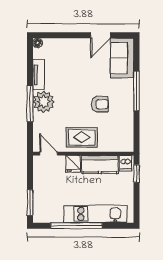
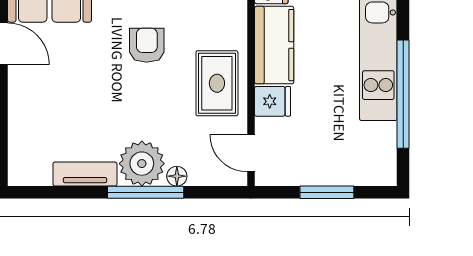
floor lamp: (38, 43) -> (177, 176), moved
door: (48, 154) -> (251, 153), hinge flipped
window: (30, 203) -> (327, 192), moved

